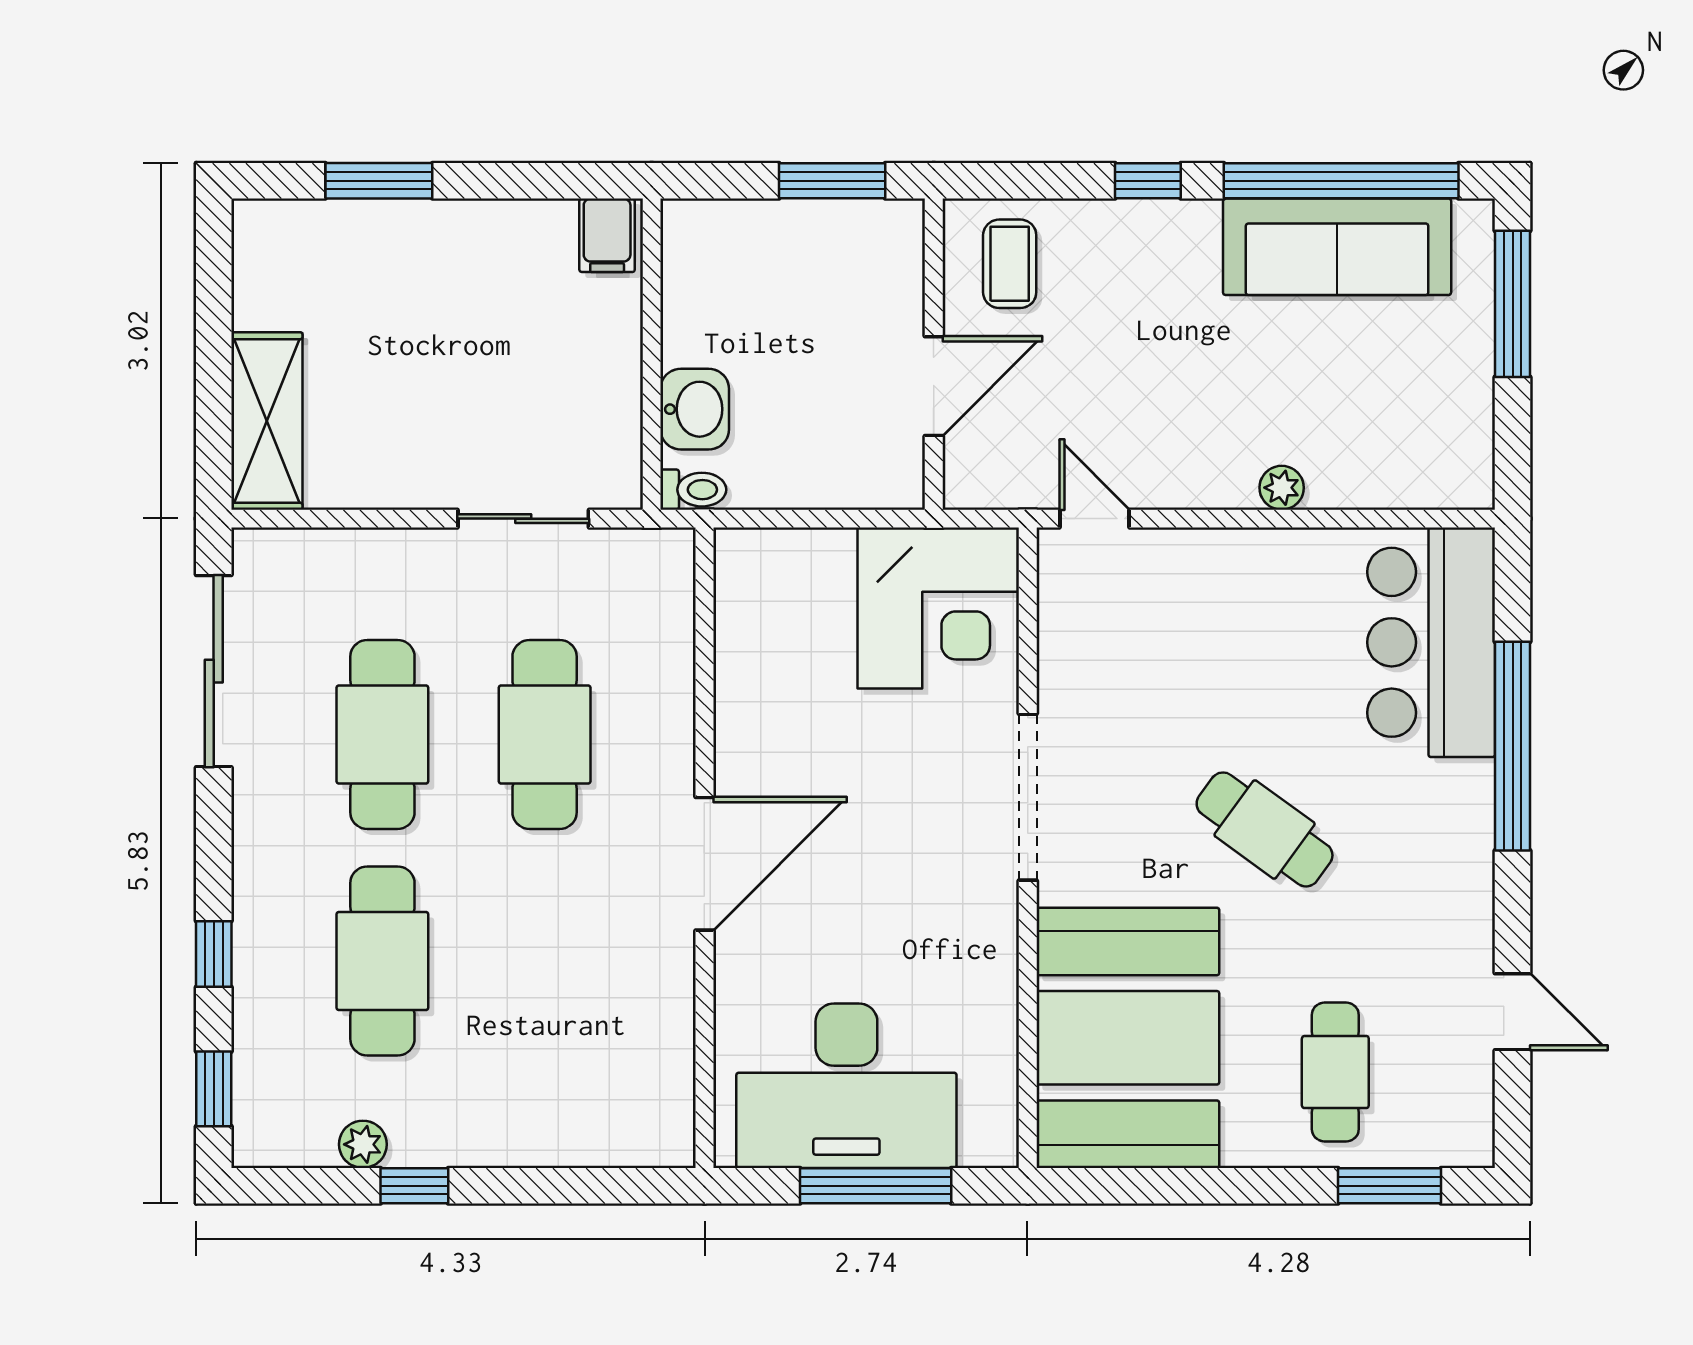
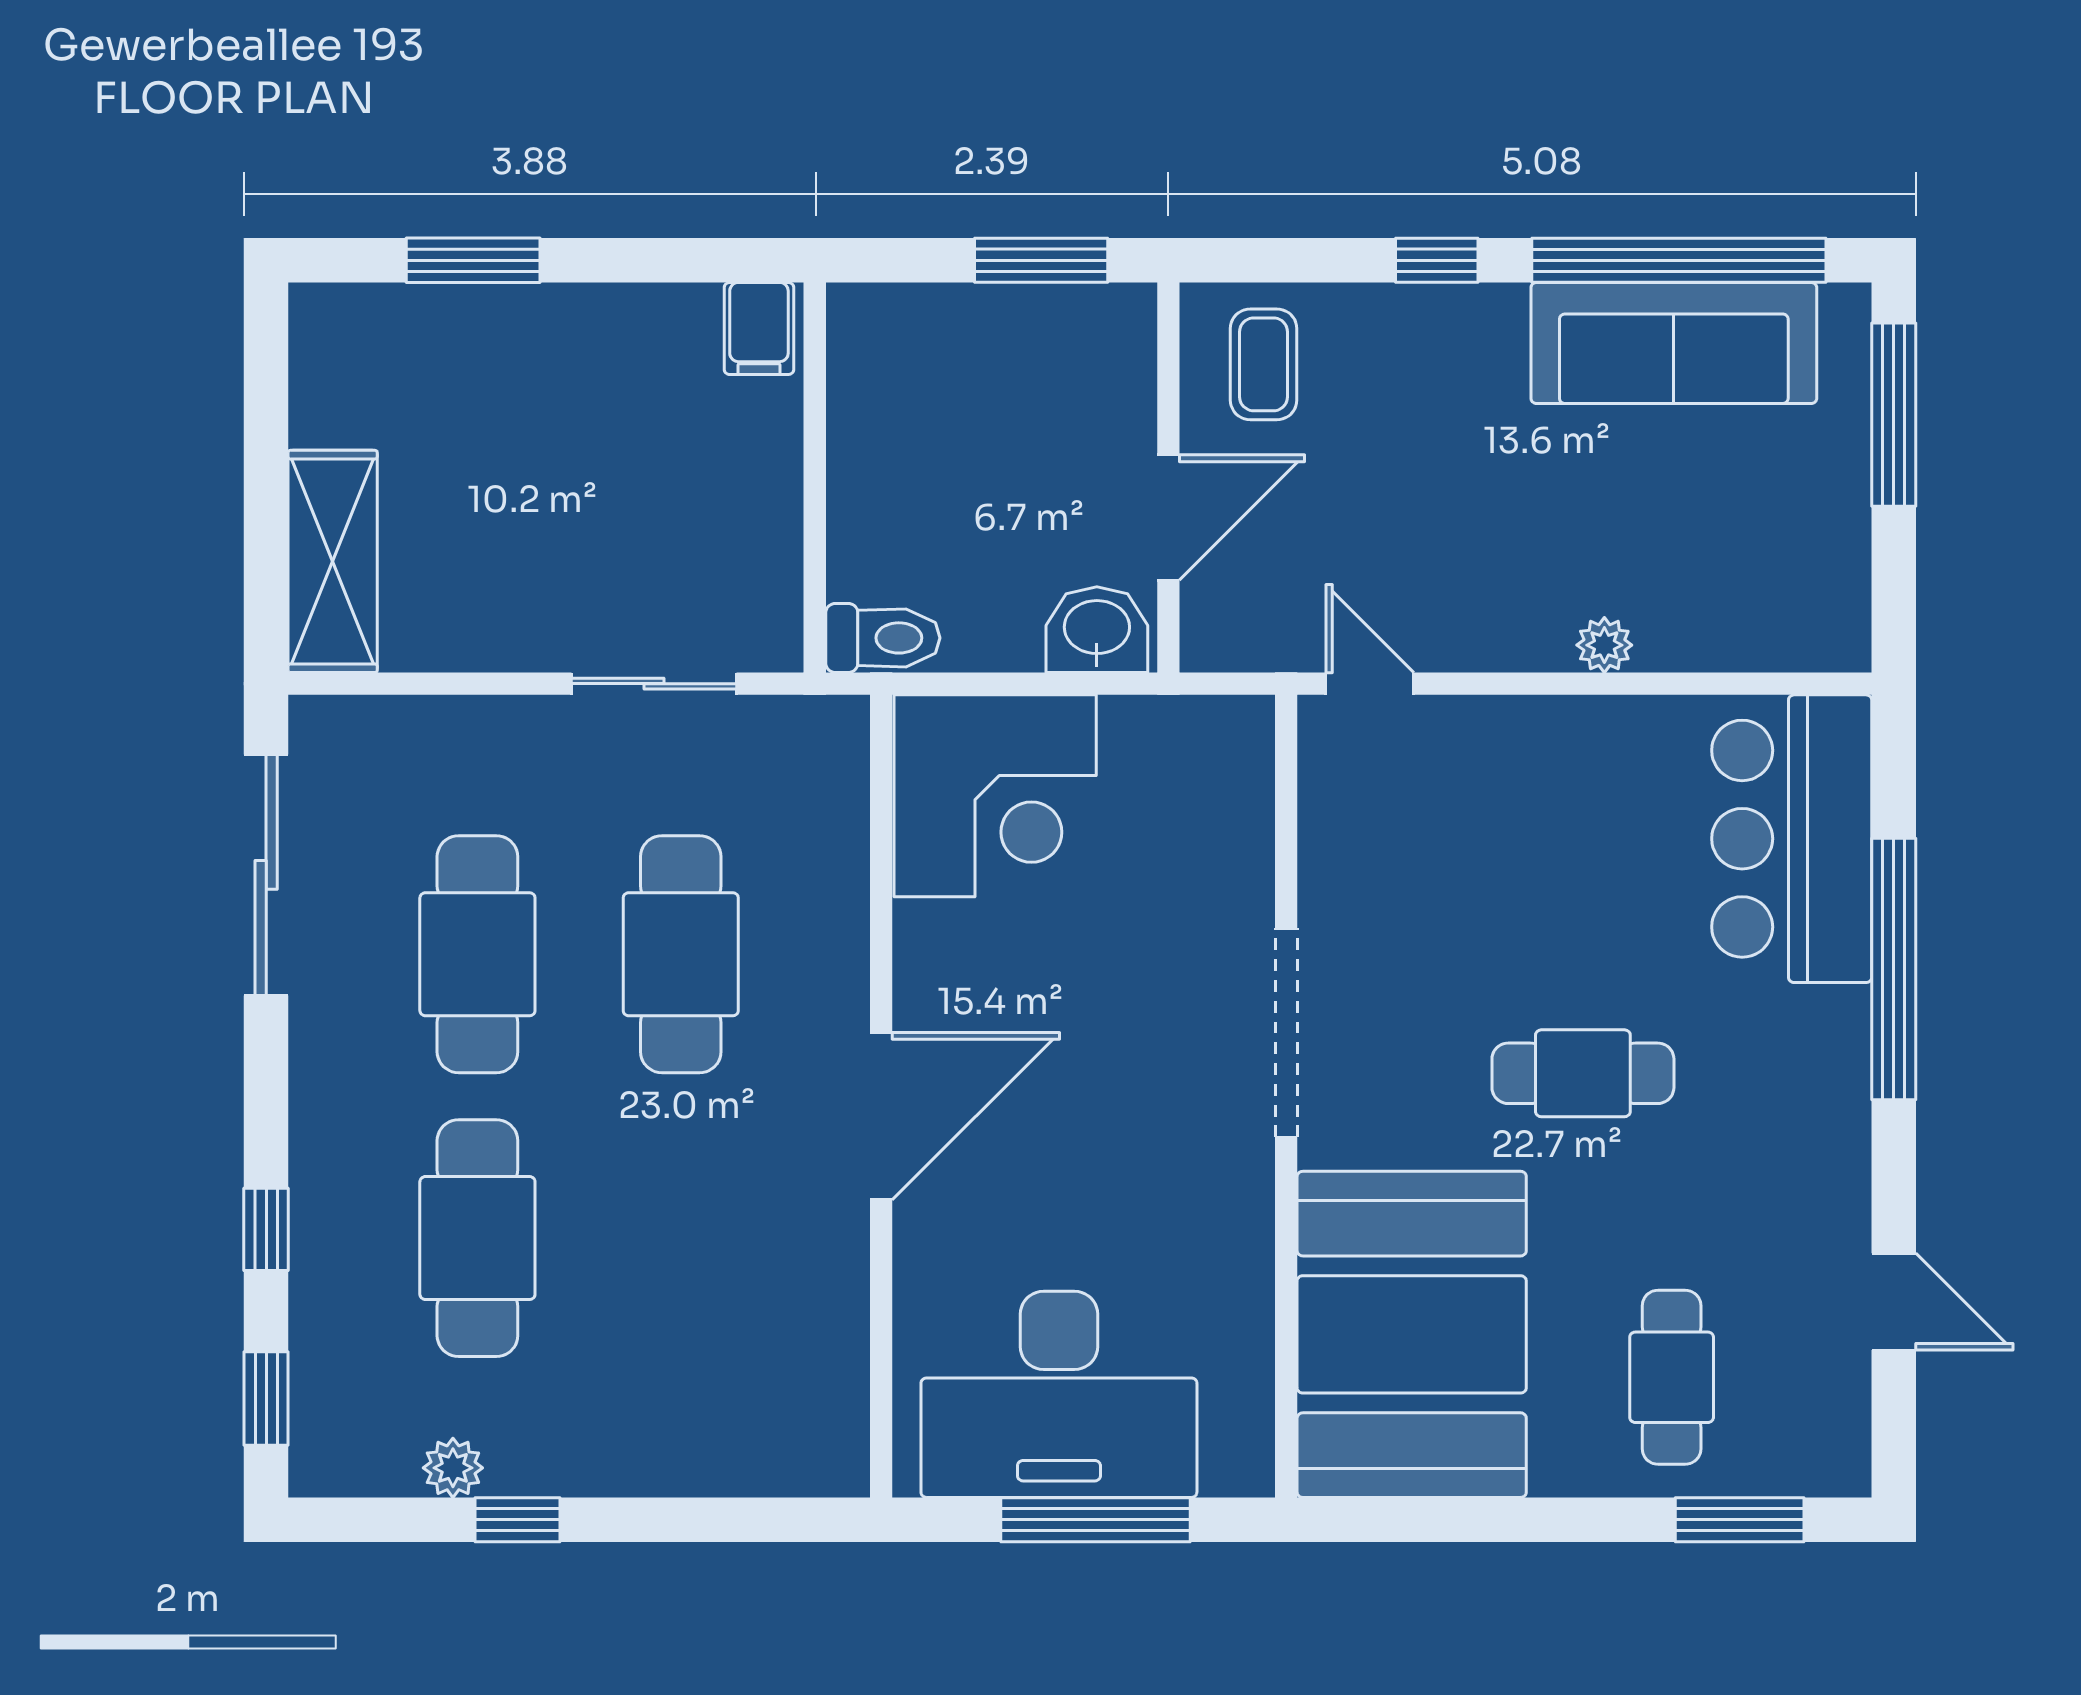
washbasin: (695, 409) -> (1097, 630), moved, turned -90
toilet: (693, 490) -> (883, 638), width x1.37, depth x1.39
corner desk: (938, 608) -> (995, 796), moved
cafe table: (1265, 829) -> (1583, 1073), turned -36

